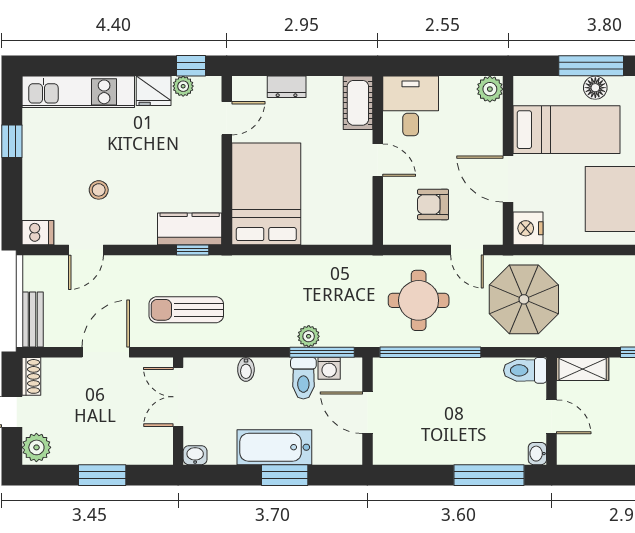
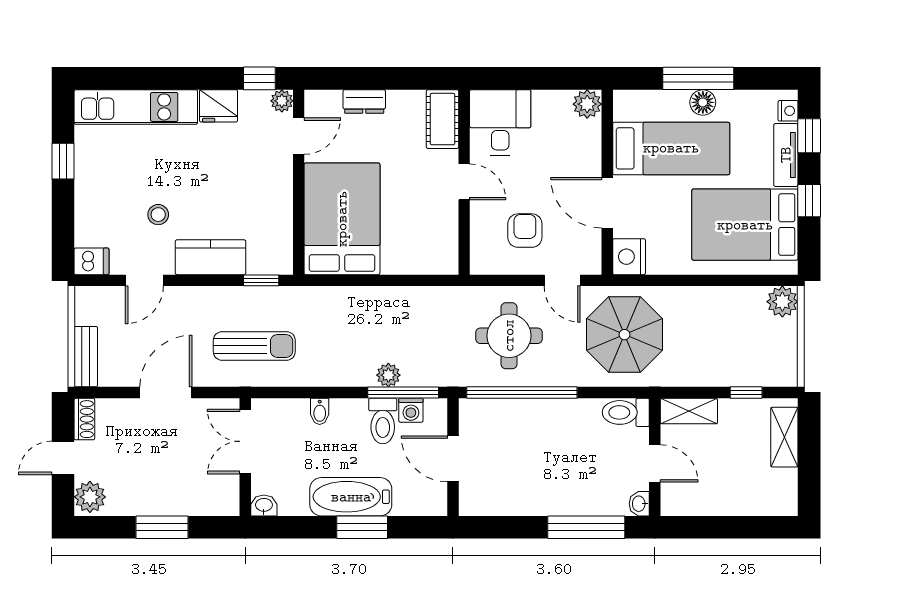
plant: (183, 86) -> (282, 101), moved
armchair: (433, 204) -> (525, 231), turned 90
kitchen counter: (190, 229) -> (211, 257), moved
sun lounger: (186, 310) -> (254, 346), turned 180

